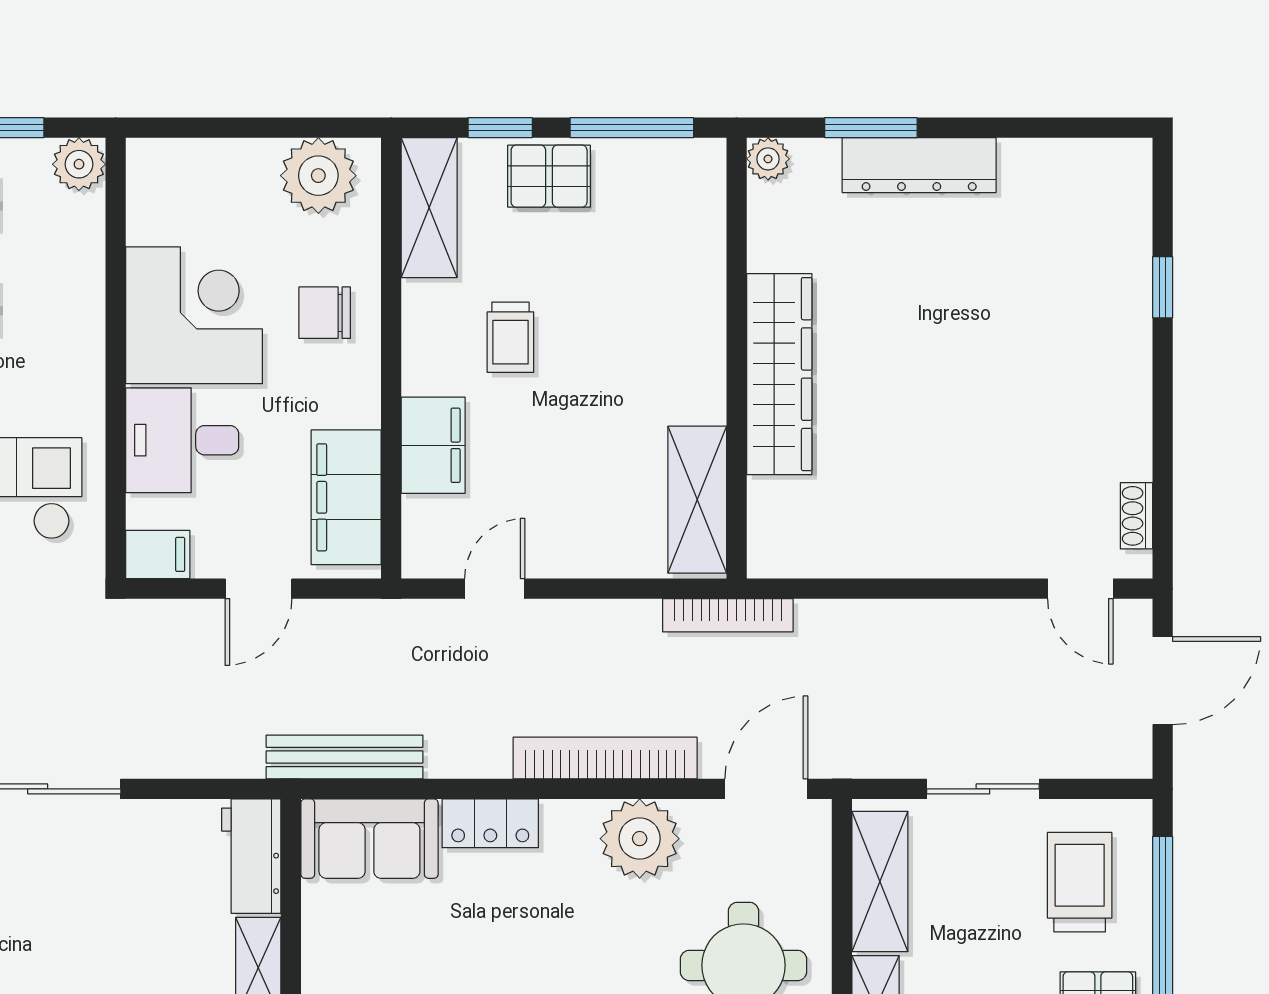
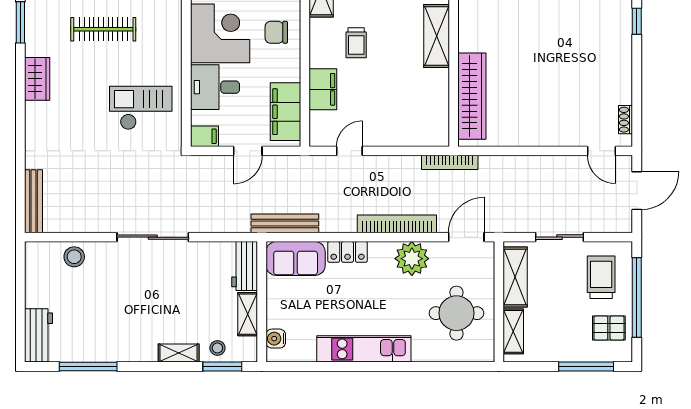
wardrobe: (779, 374) -> (472, 96), moved
shelving: (697, 500) -> (437, 36), moved

